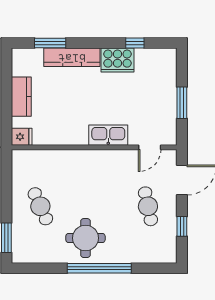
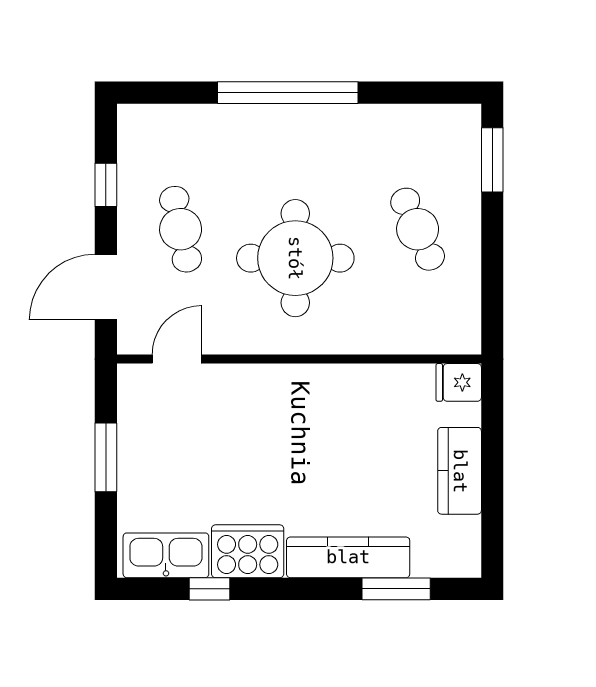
kitchen sink: (108, 135) -> (166, 555), moved, turned 180
round table: (85, 238) -> (295, 258), moved, width x1.36, depth x1.36

